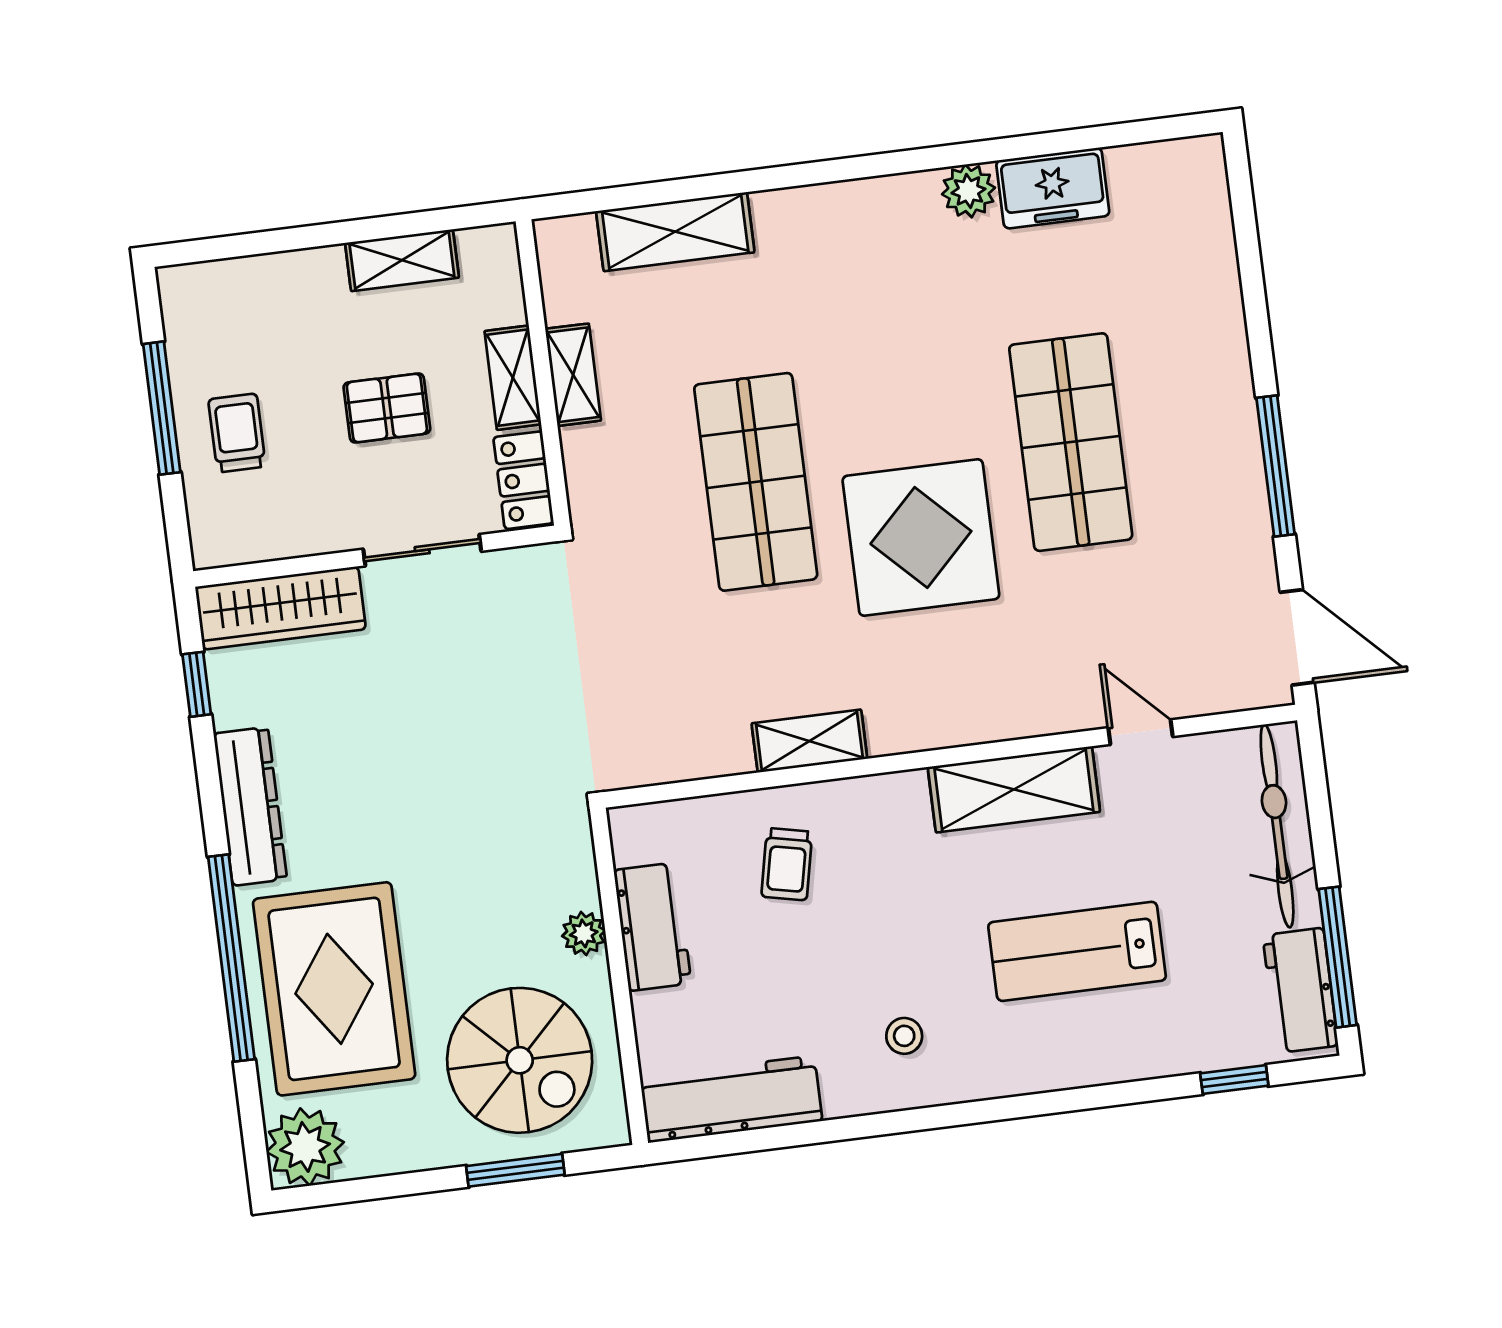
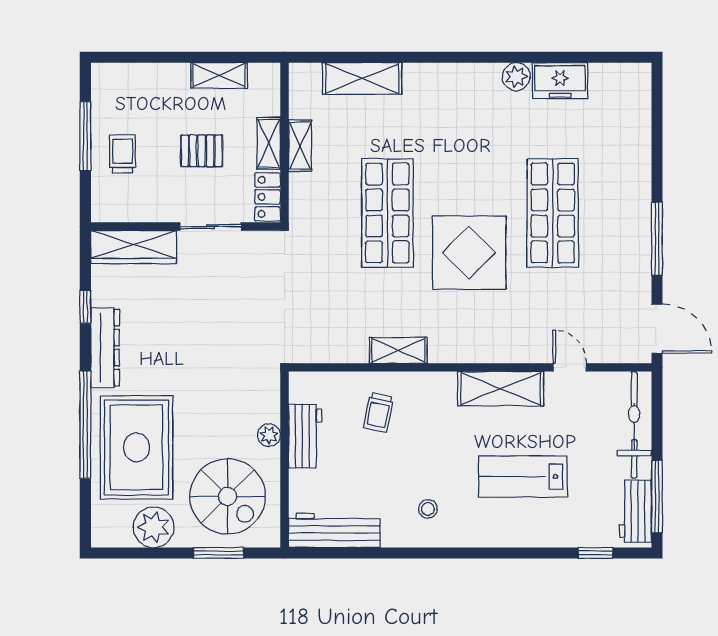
window: (197, 684) -> (85, 307), moved
plant: (305, 1147) -> (154, 527), moved

